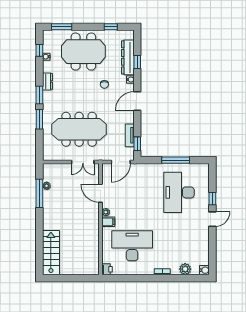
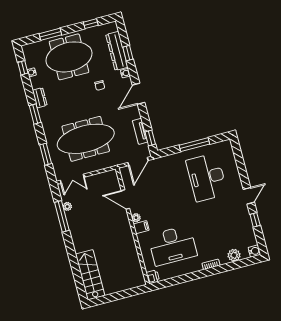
window: (62, 27) -> (50, 34), moved
window: (39, 119) -> (46, 154), moved
double door: (83, 162) -> (72, 179), moved
window: (212, 199) -> (255, 220), moved
desk: (132, 246) -> (173, 246), turned 180

